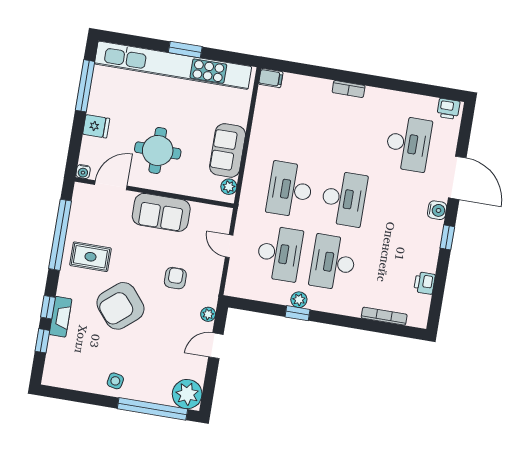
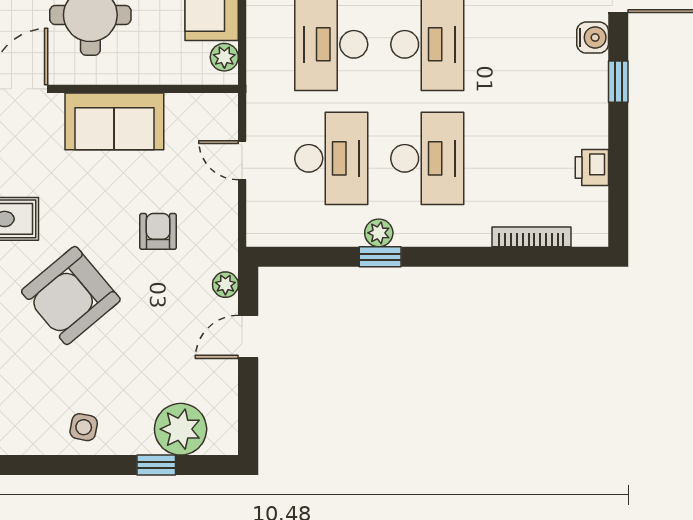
desk: (333, 262) -> (427, 158), turned 180
plant: (187, 394) -> (181, 429), moved
window: (152, 409) -> (156, 465), width x0.32

